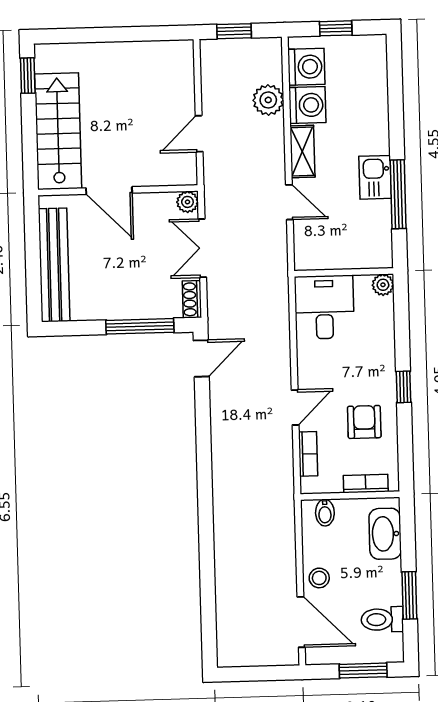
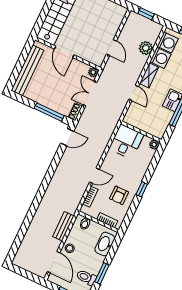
door: (199, 134) -> (112, 47), swing flipped
armchair: (364, 422) -> (119, 195), turned 180
bench: (284, 540) -> (63, 226), added

